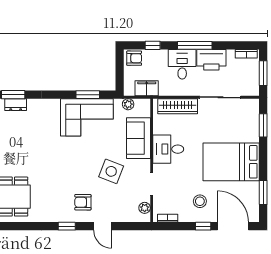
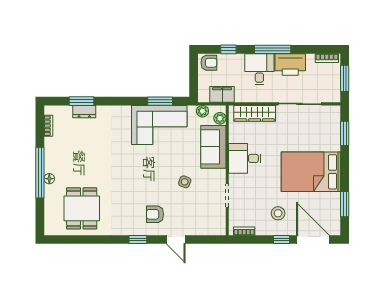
side table: (111, 171) -> (185, 182), width x0.54, depth x0.54
plant: (145, 208) -> (220, 118), moved

